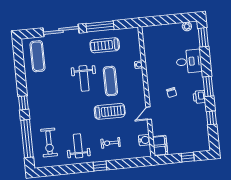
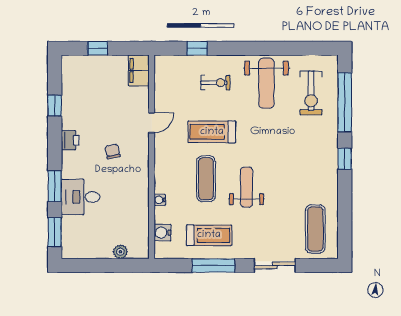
plant: (187, 26) -> (120, 252), moved
sliding door: (61, 30) -> (275, 265), width x0.73
window: (208, 86) -> (55, 186), moved
water cooler: (144, 140) -> (162, 233), moved
exercise bike: (49, 143) -> (311, 93), turned 180
weight bench: (78, 146) -> (266, 83), width x1.36, depth x1.33
window: (100, 166) -> (197, 48), moved

